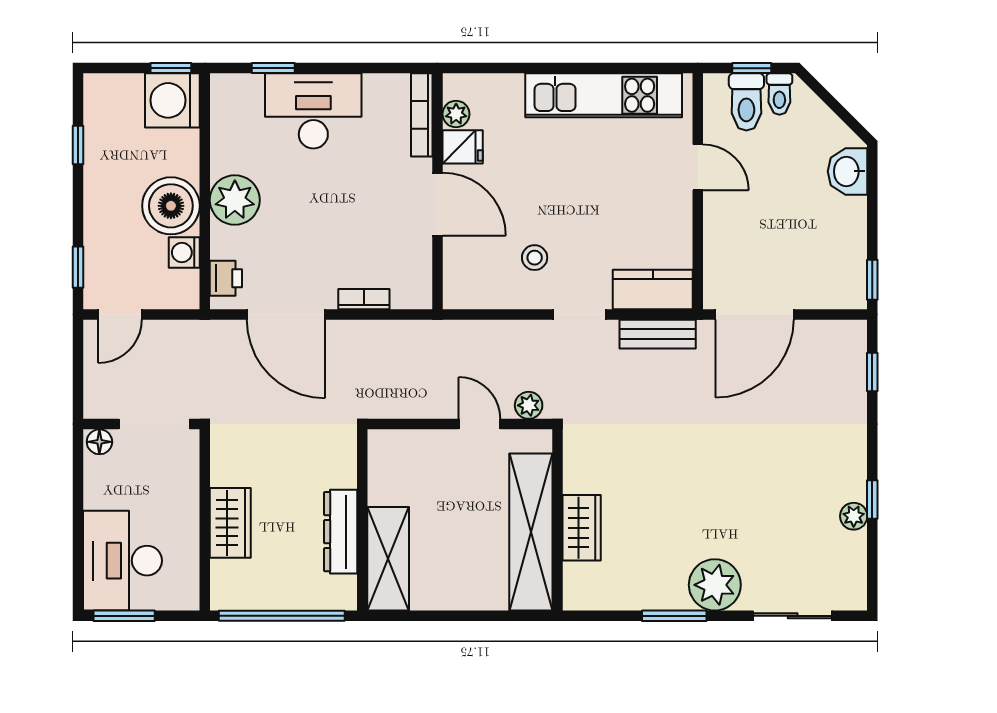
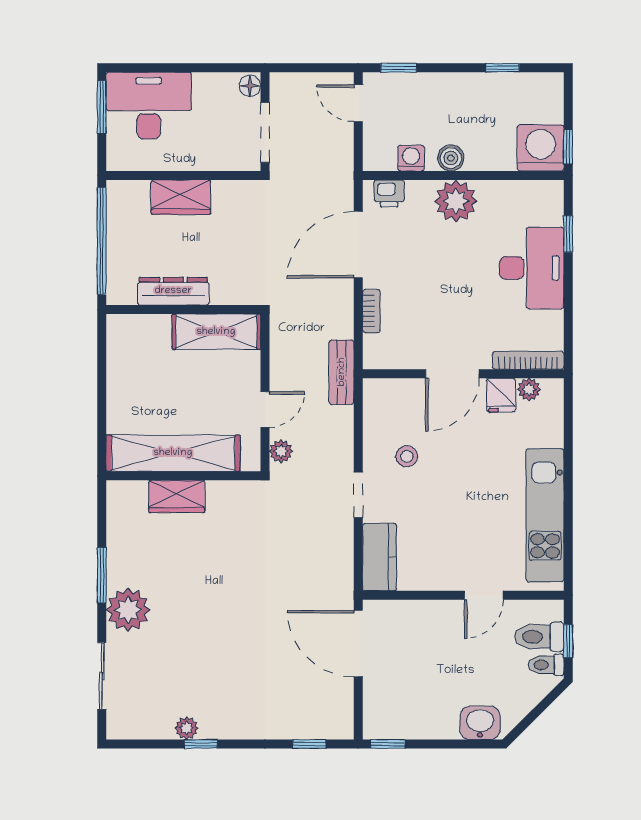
boiler: (171, 206) -> (451, 158), width x0.54, depth x0.54
bench: (658, 334) -> (342, 372), moved
shelving: (388, 559) -> (216, 332), moved

